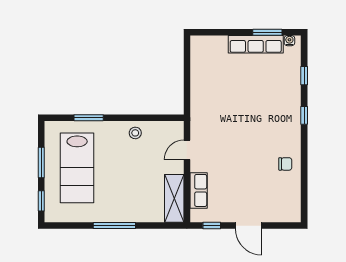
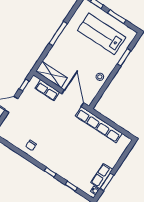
row of seats: (256, 44) -> (102, 176), width x0.68
row of seats: (199, 93) -> (99, 125), added
door: (187, 150) -> (73, 98), width x1.87

